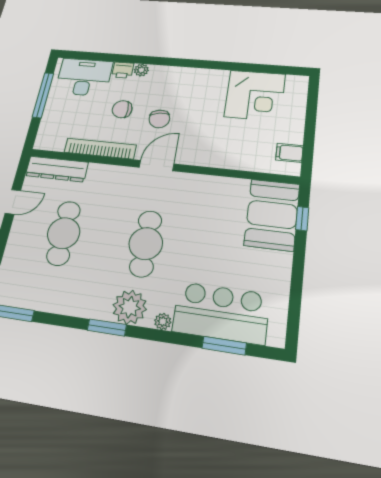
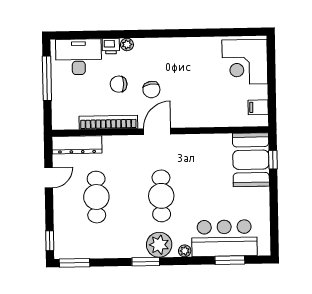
corner desk: (255, 95) -> (245, 62), moved, turned 90

